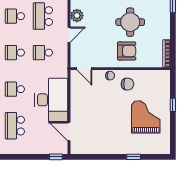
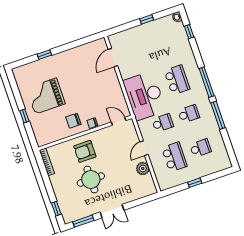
school desk: (15, 89) -> (177, 80), width x1.85
desk: (51, 100) -> (144, 96), moved
grand piano: (146, 117) -> (46, 96), turned 90
school desk: (15, 126) -> (165, 46), removed
door: (69, 132) -> (113, 58), swing flipped
window: (56, 157) -> (147, 19), moved

